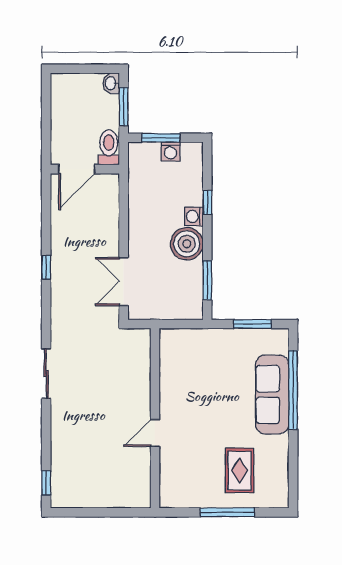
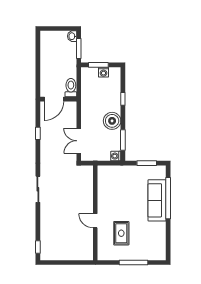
toilet: (109, 147) -> (71, 88), moved
door: (77, 169) -> (54, 99), moved
wall: (85, 169) -> (58, 99), moved
washing machine: (194, 216) -> (116, 156), moved
door: (155, 433) -> (95, 221), hinge flipped
rug: (240, 471) -> (121, 233), moved

